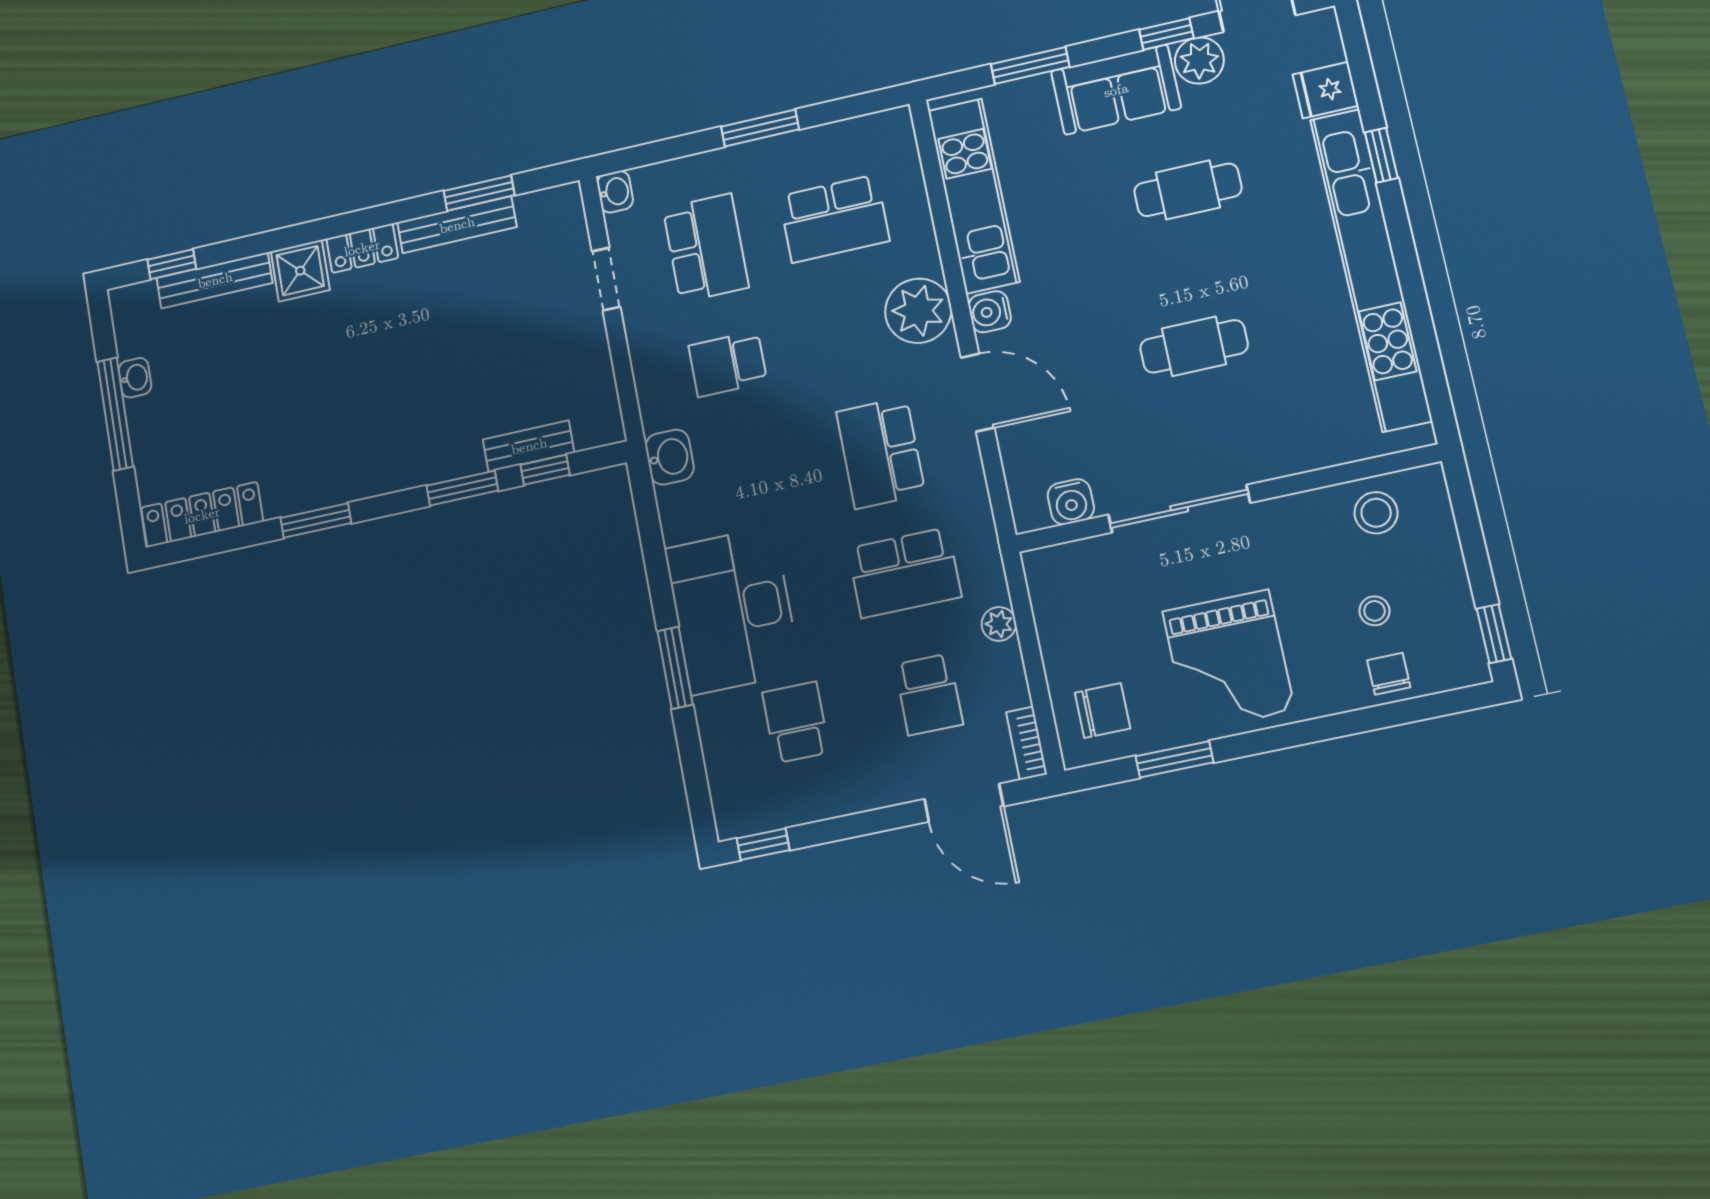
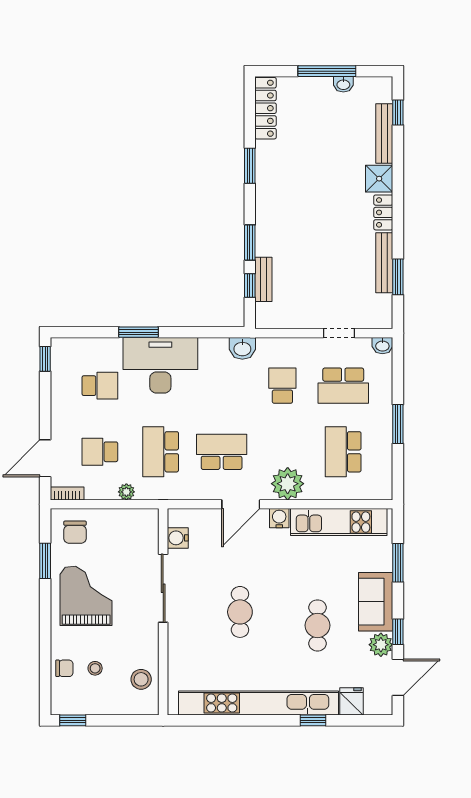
grand piano: (1228, 661) -> (86, 596), turned 90

